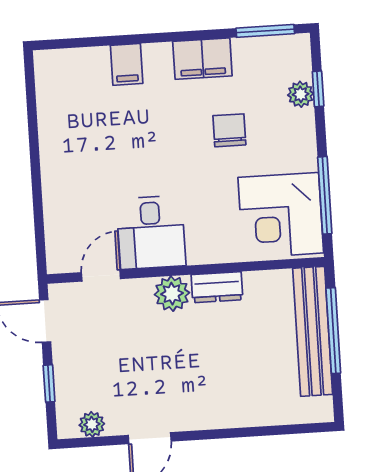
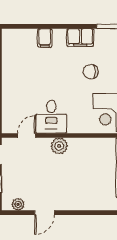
chair: (229, 130) -> (91, 72), turned -90
dresser: (217, 287) -> (80, 144), removed

